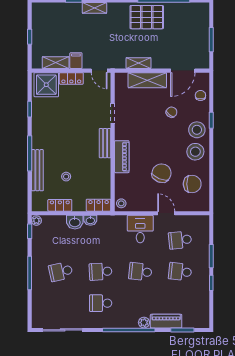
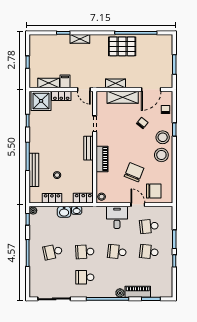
chair: (192, 184) -> (154, 191), moved

